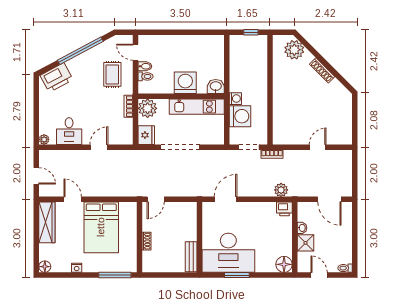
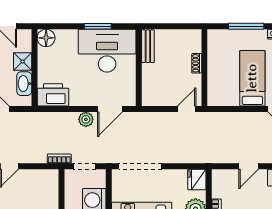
doorway: (180, 147) -> (140, 166), moved
plant: (281, 190) -> (86, 119), moved
printer: (284, 209) -> (53, 95), width x1.87, depth x1.48
bed: (101, 227) -> (252, 78), width x0.67
washbasin: (302, 228) -> (24, 84), width x1.91, depth x1.45
window: (115, 275) -> (246, 26), moved

